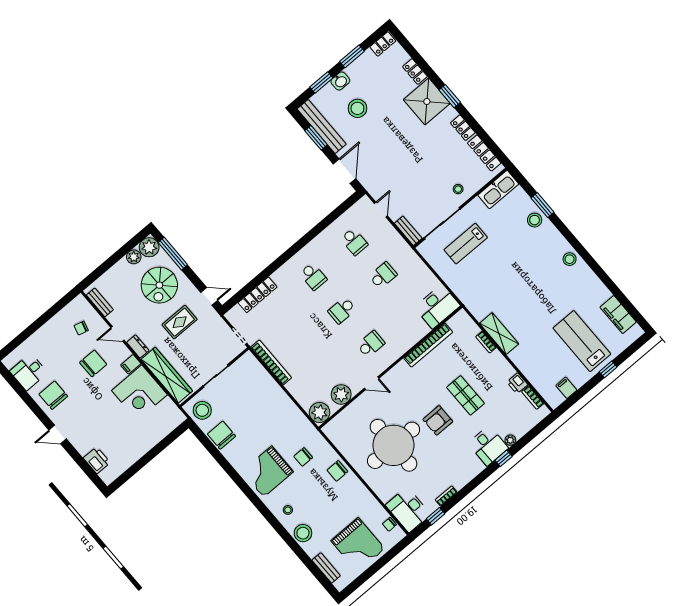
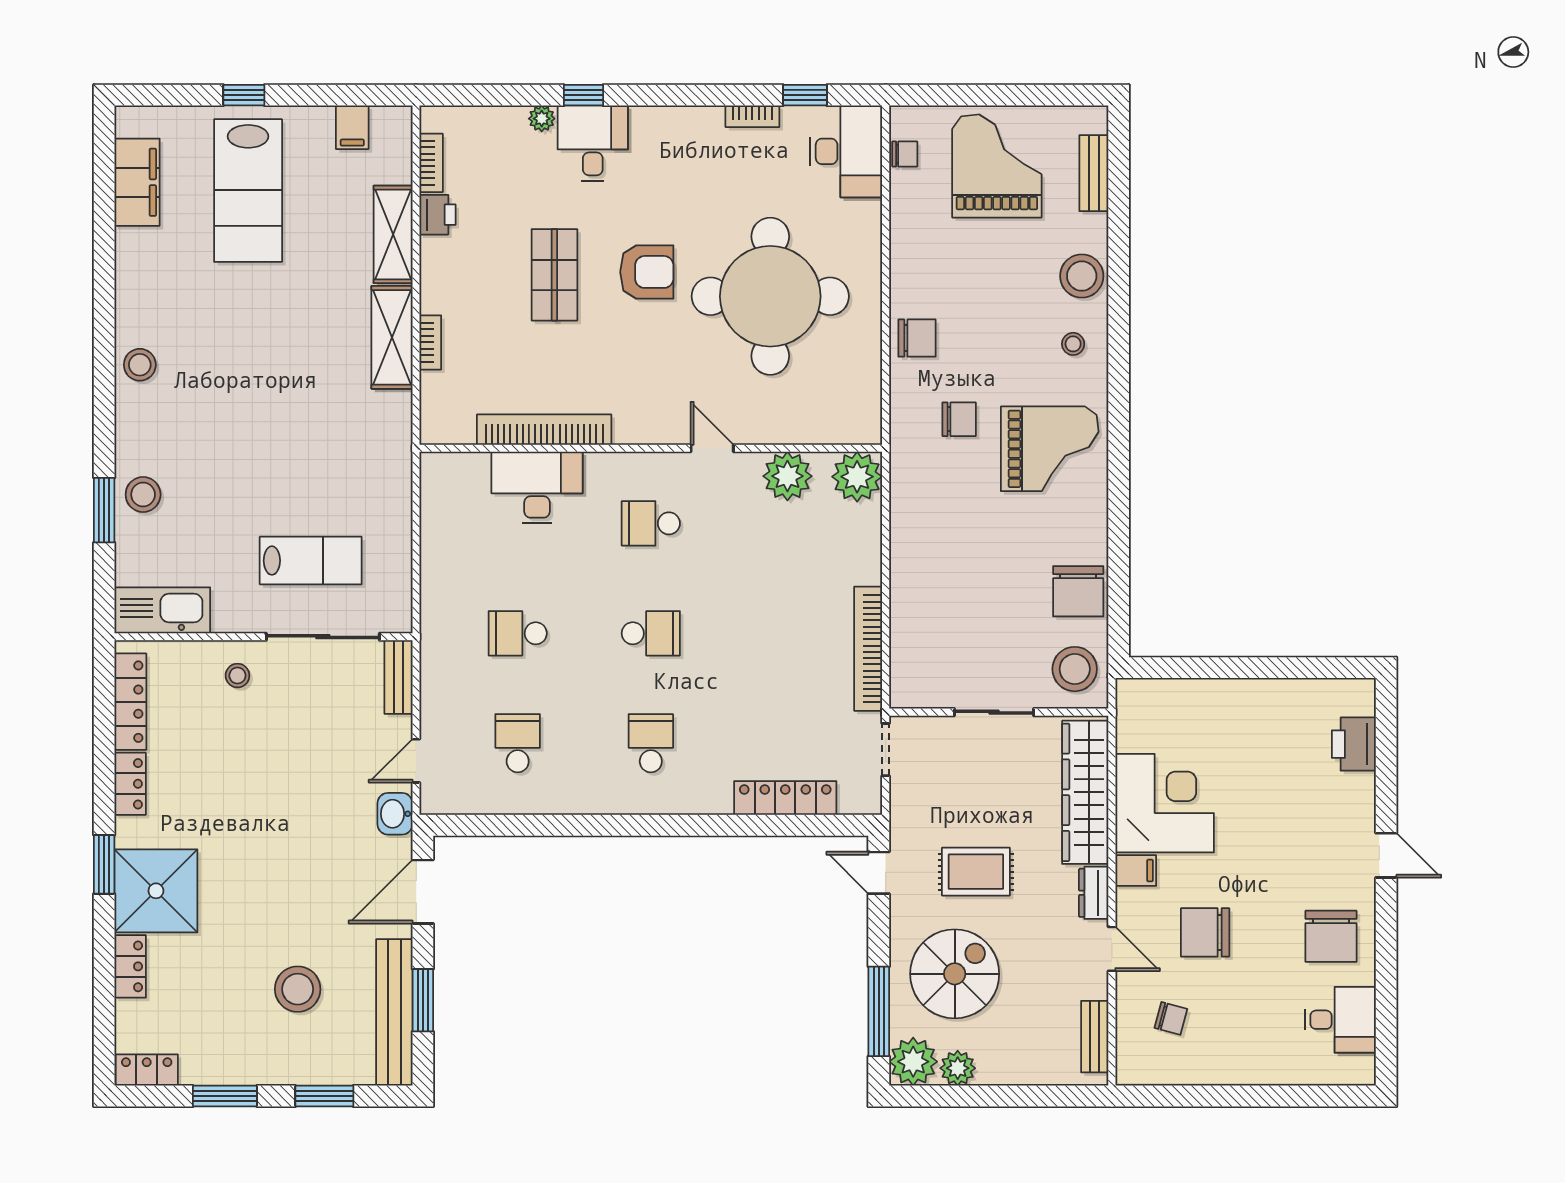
washbasin: (340, 81) -> (395, 814), moved, turned -90
desk: (437, 307) -> (537, 488), moved
shelving: (526, 366) -> (393, 234), added

